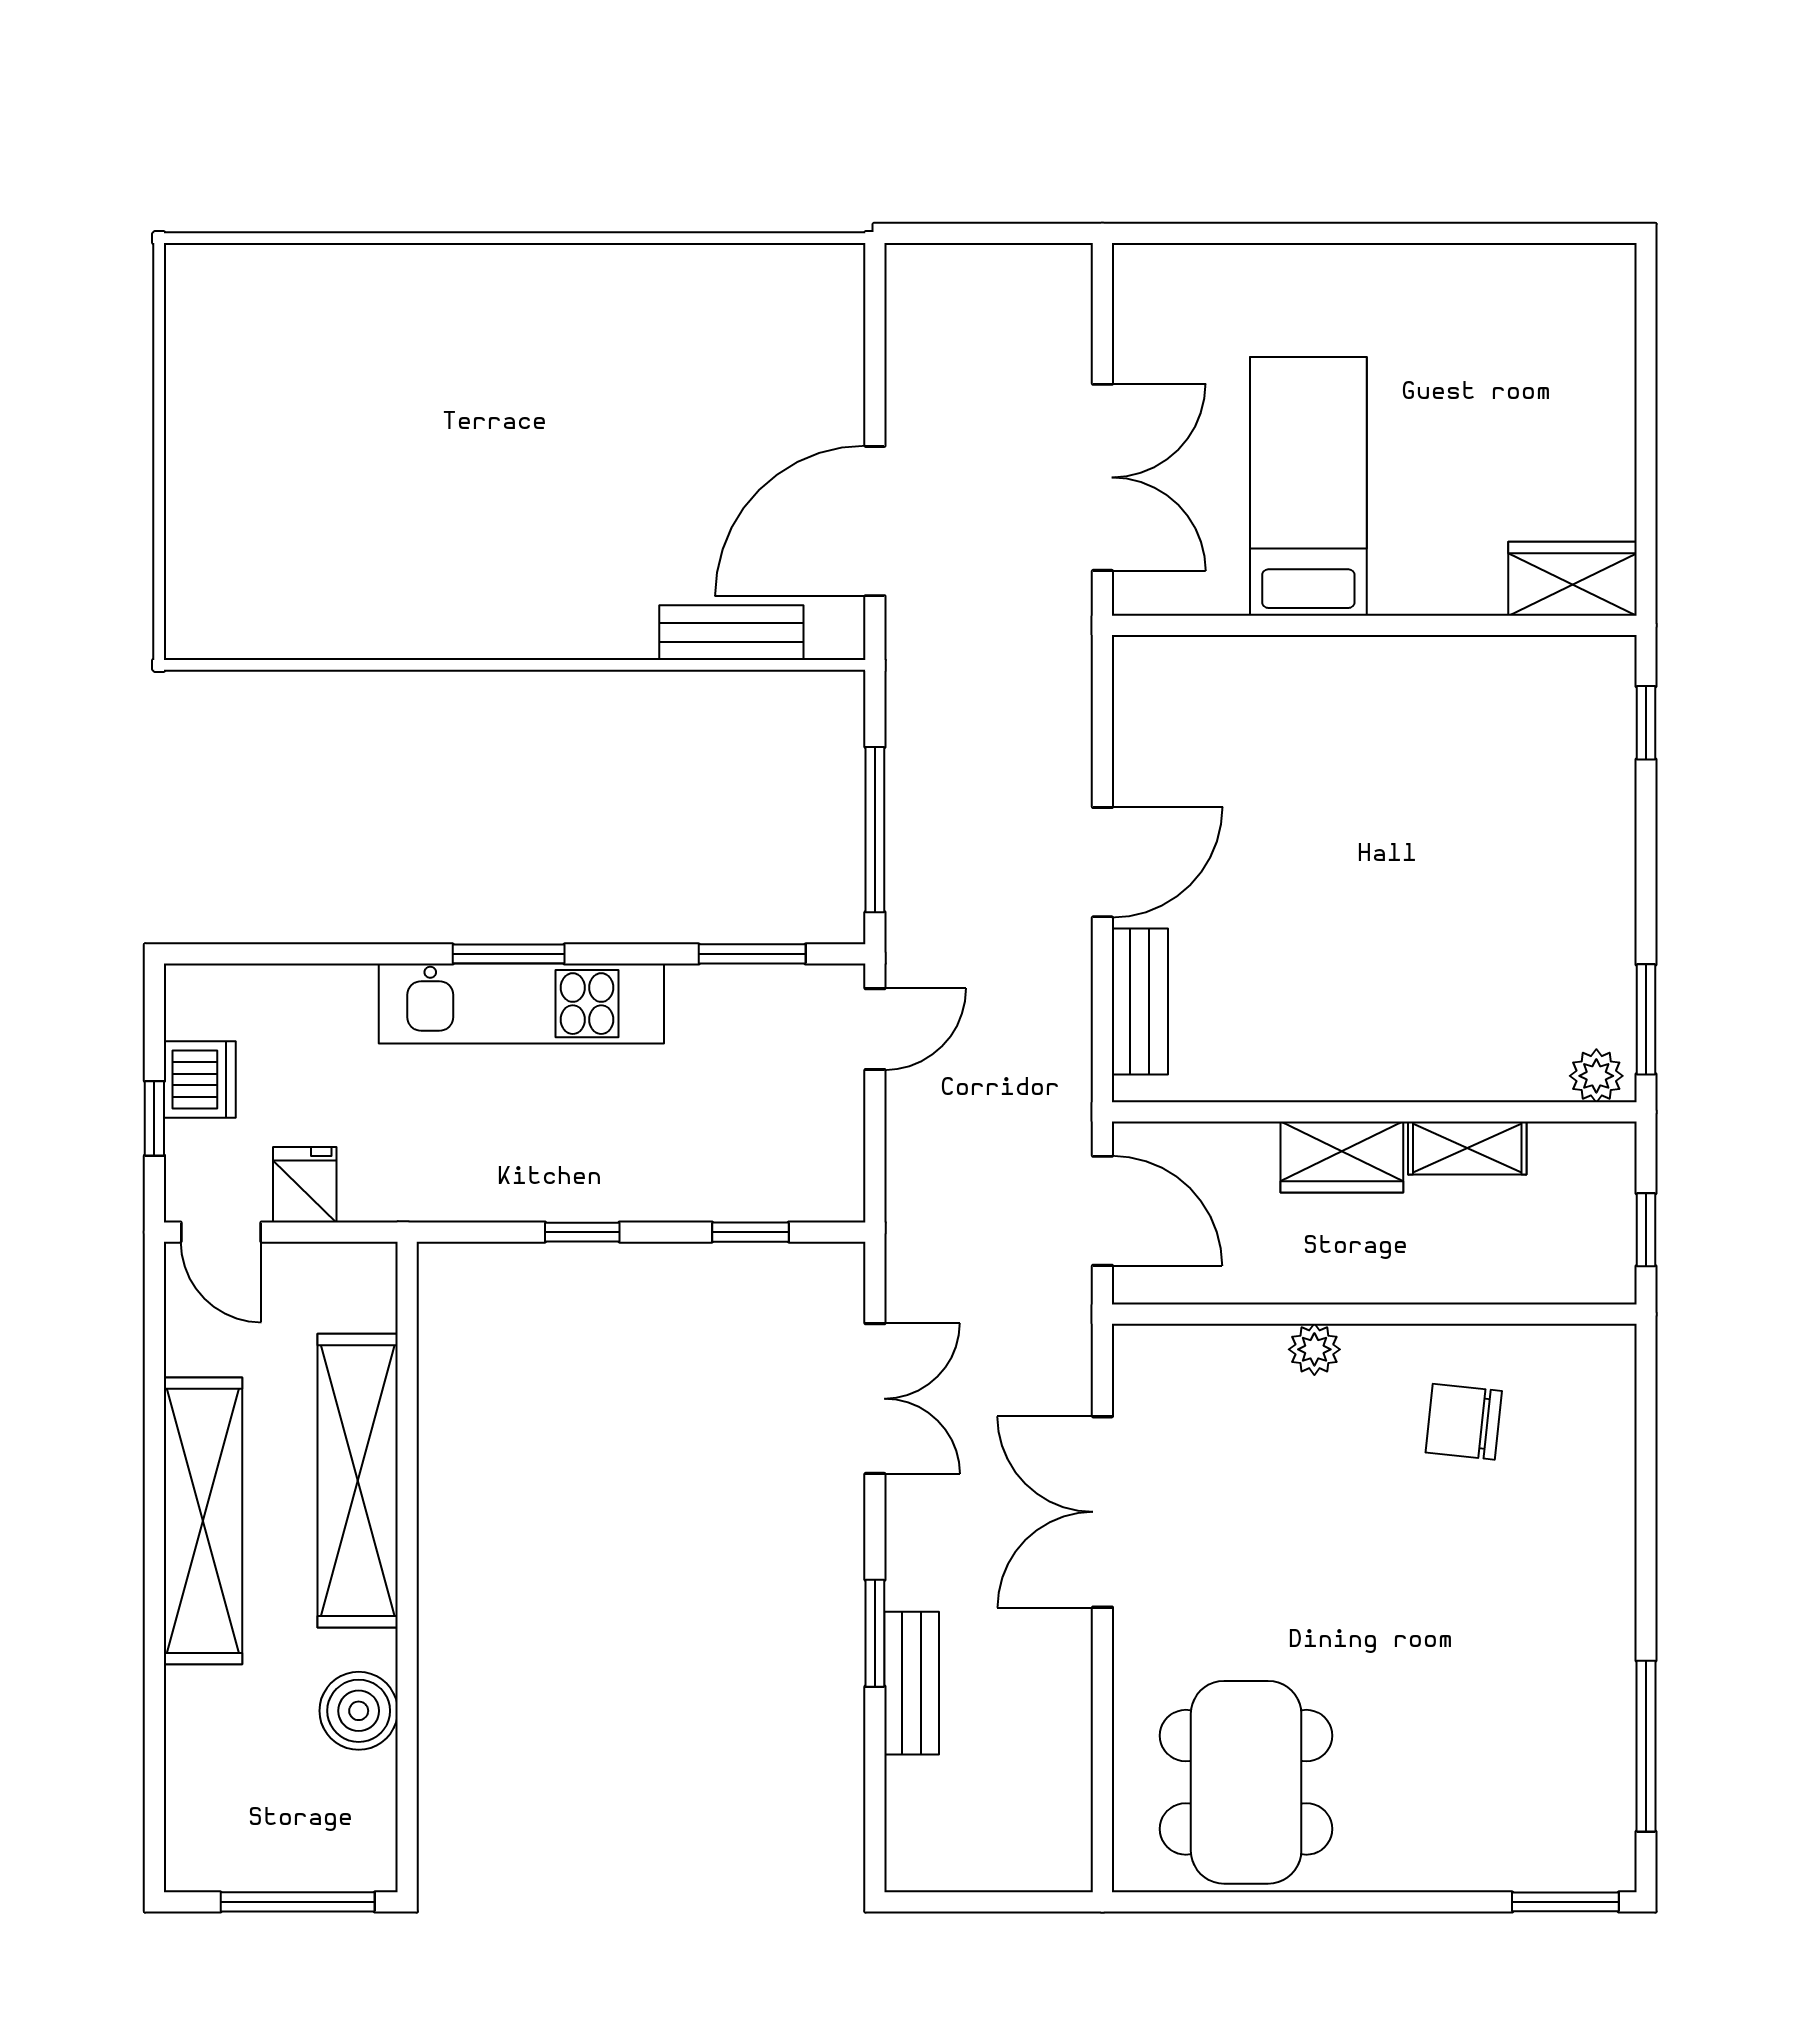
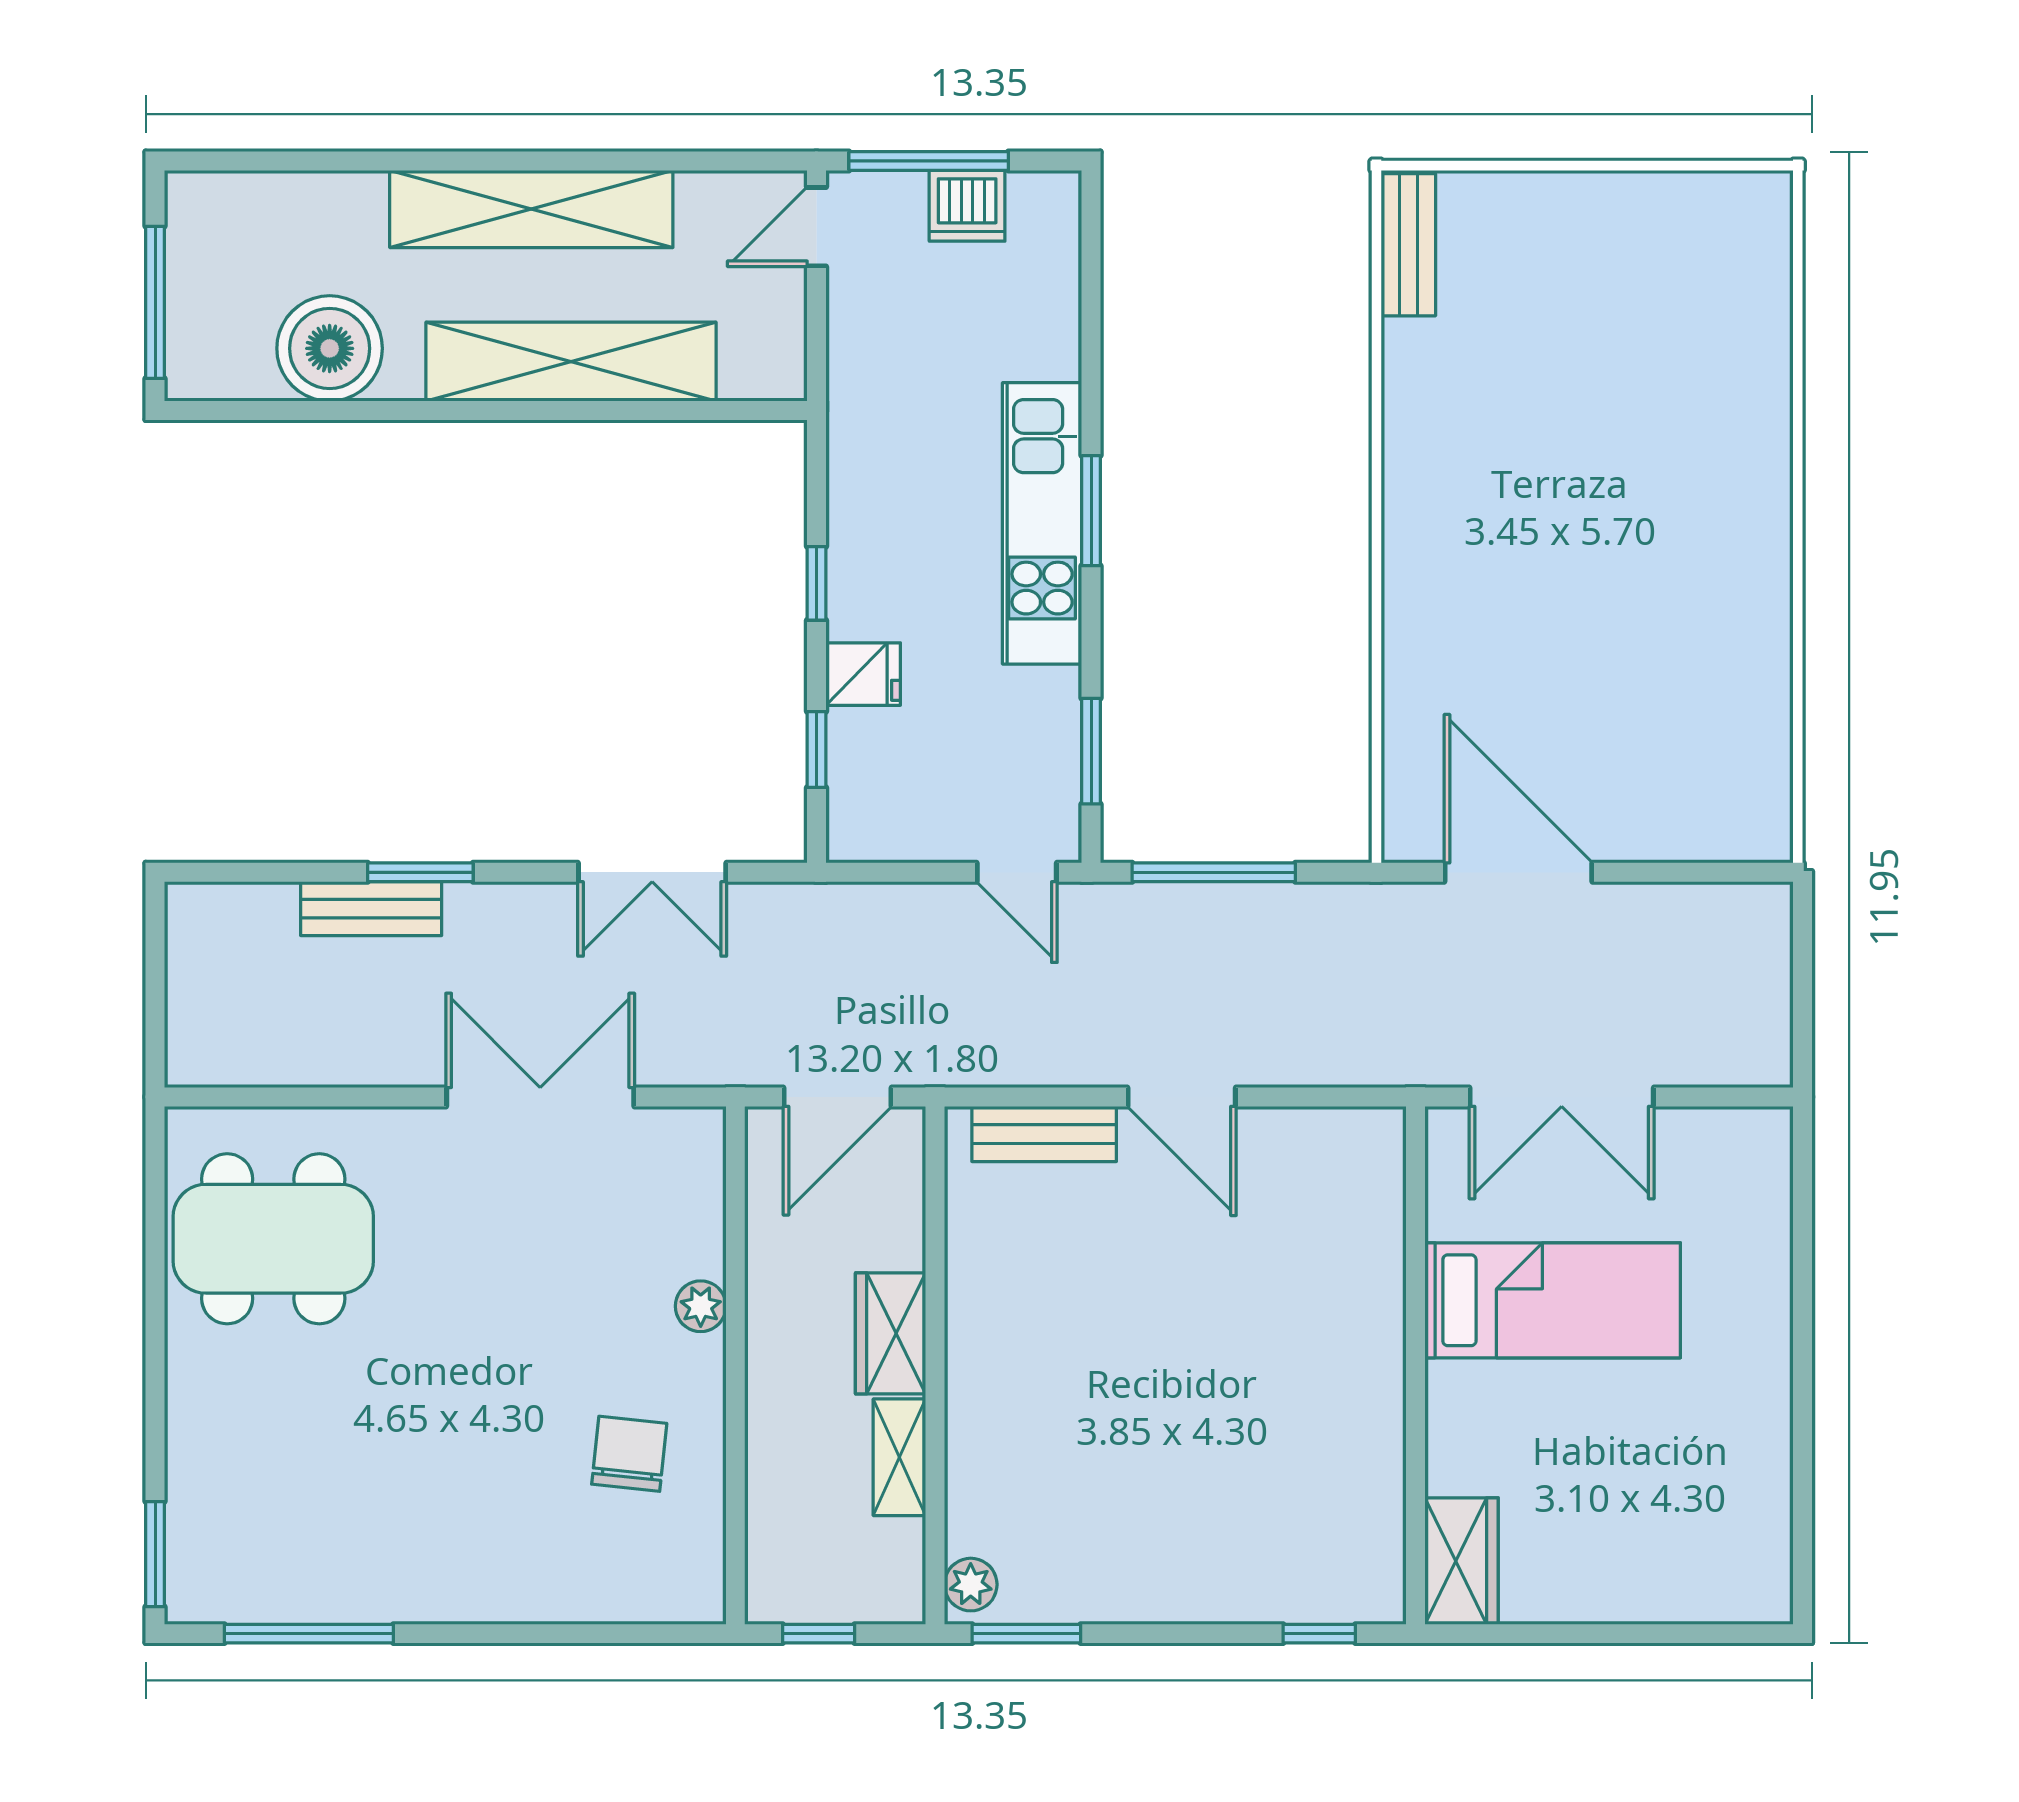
bench: (731, 633) -> (1408, 245), moved
window: (154, 1118) -> (929, 161), width x2.17
fridge: (305, 1185) -> (863, 674), moved
boiler: (359, 1711) -> (330, 348), width x1.37, depth x1.37

